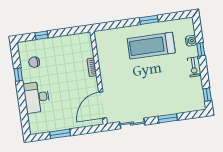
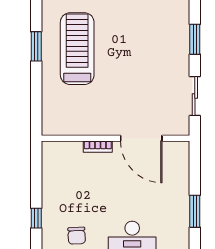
treadmill: (151, 46) -> (77, 49), turned 180
door: (103, 105) -> (141, 138), moved

